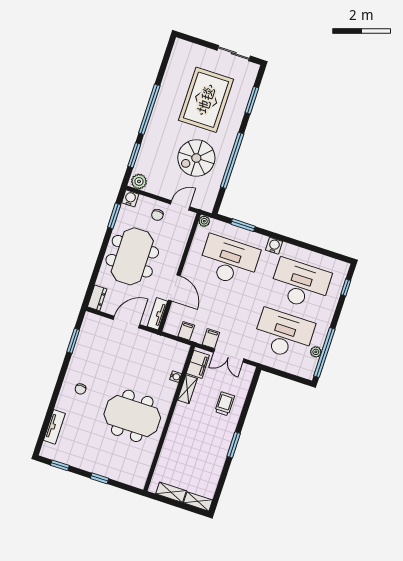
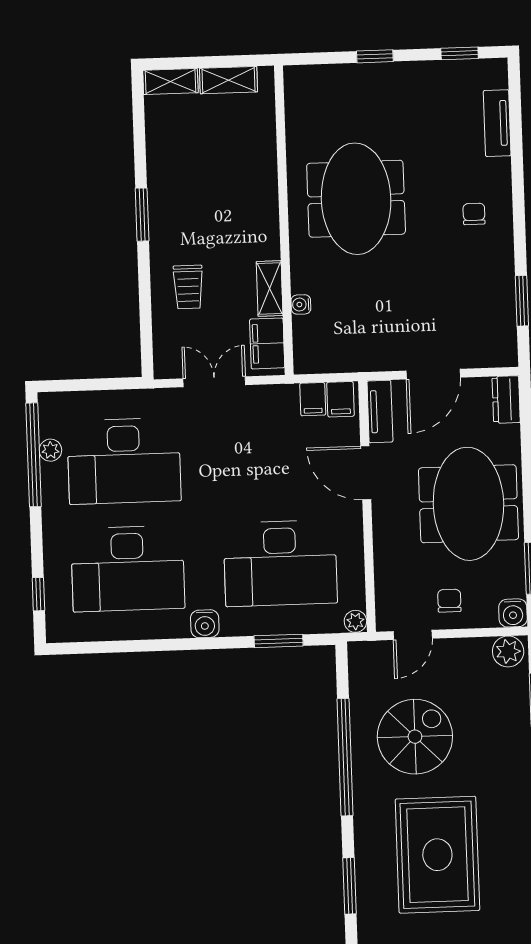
filing cabinet: (211, 338) -> (341, 399), moved
meeting table: (132, 416) -> (356, 199), turned 90

